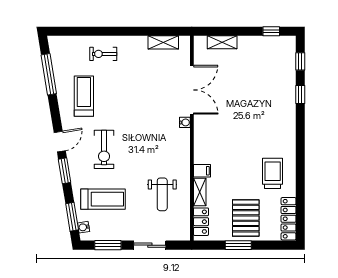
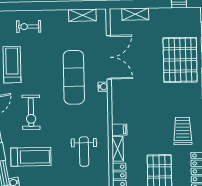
pallet: (271, 94) -> (180, 60), added
exercise mat: (152, 111) -> (74, 77), added

